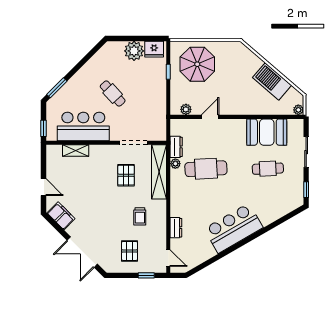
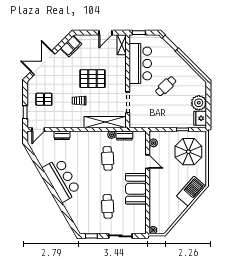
barbecue: (272, 81) -> (191, 191), moved
booth: (267, 132) -> (136, 189), moved
shelving: (76, 151) -> (122, 45), moved
cafe table: (206, 169) -> (108, 158), width x0.73, depth x0.74
pallet: (126, 175) -> (92, 79), moved, width x1.50, depth x1.42
door: (43, 187) -> (106, 33), moved
trolley: (140, 216) -> (79, 101), moved

